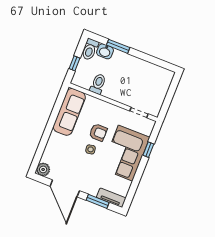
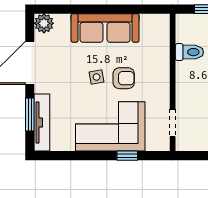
sofa: (69, 112) -> (105, 28), moved
armchair: (98, 132) -> (124, 78), turned -90
tv unit: (111, 198) -> (42, 122), width x1.41

